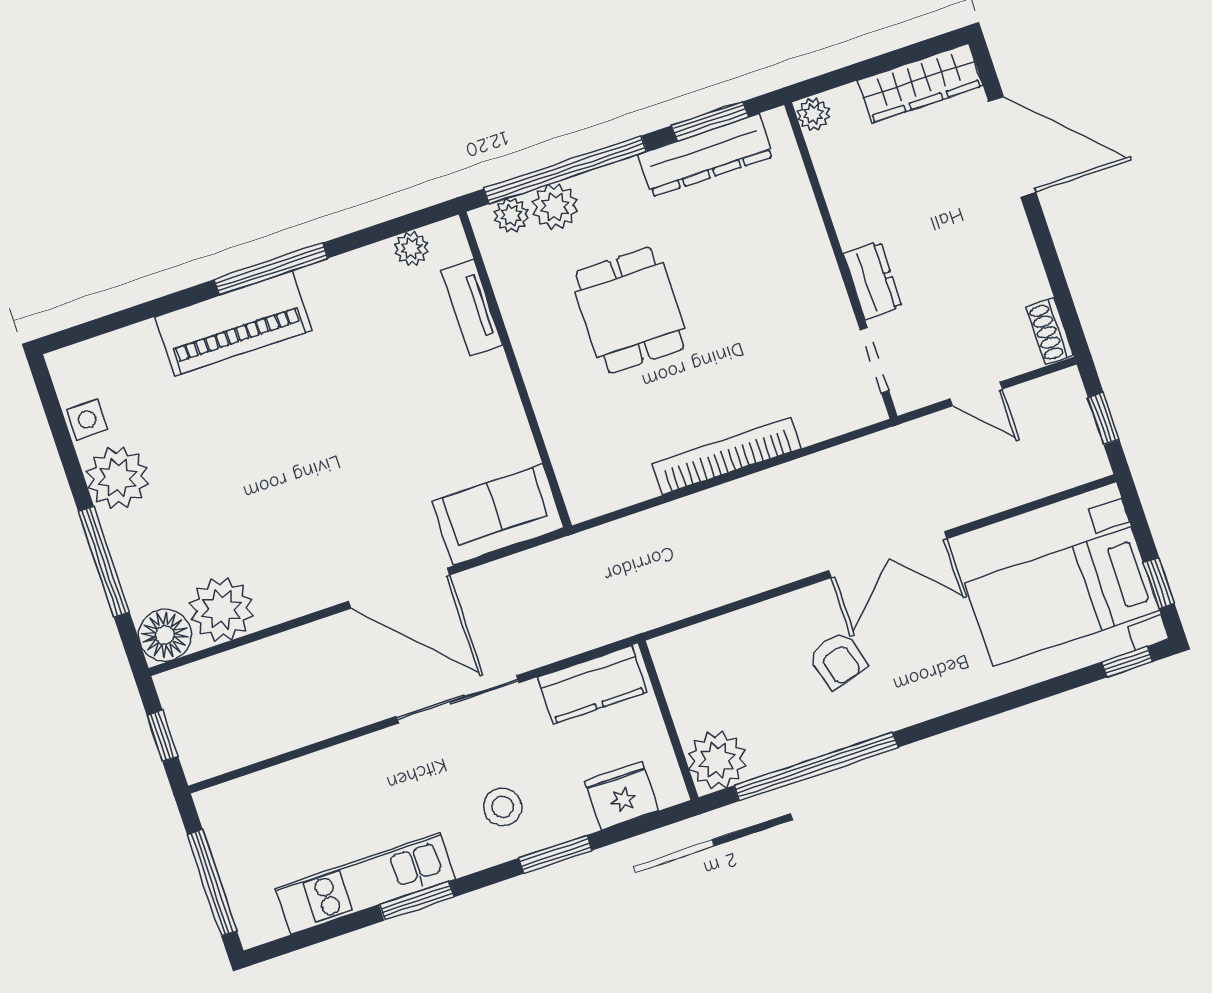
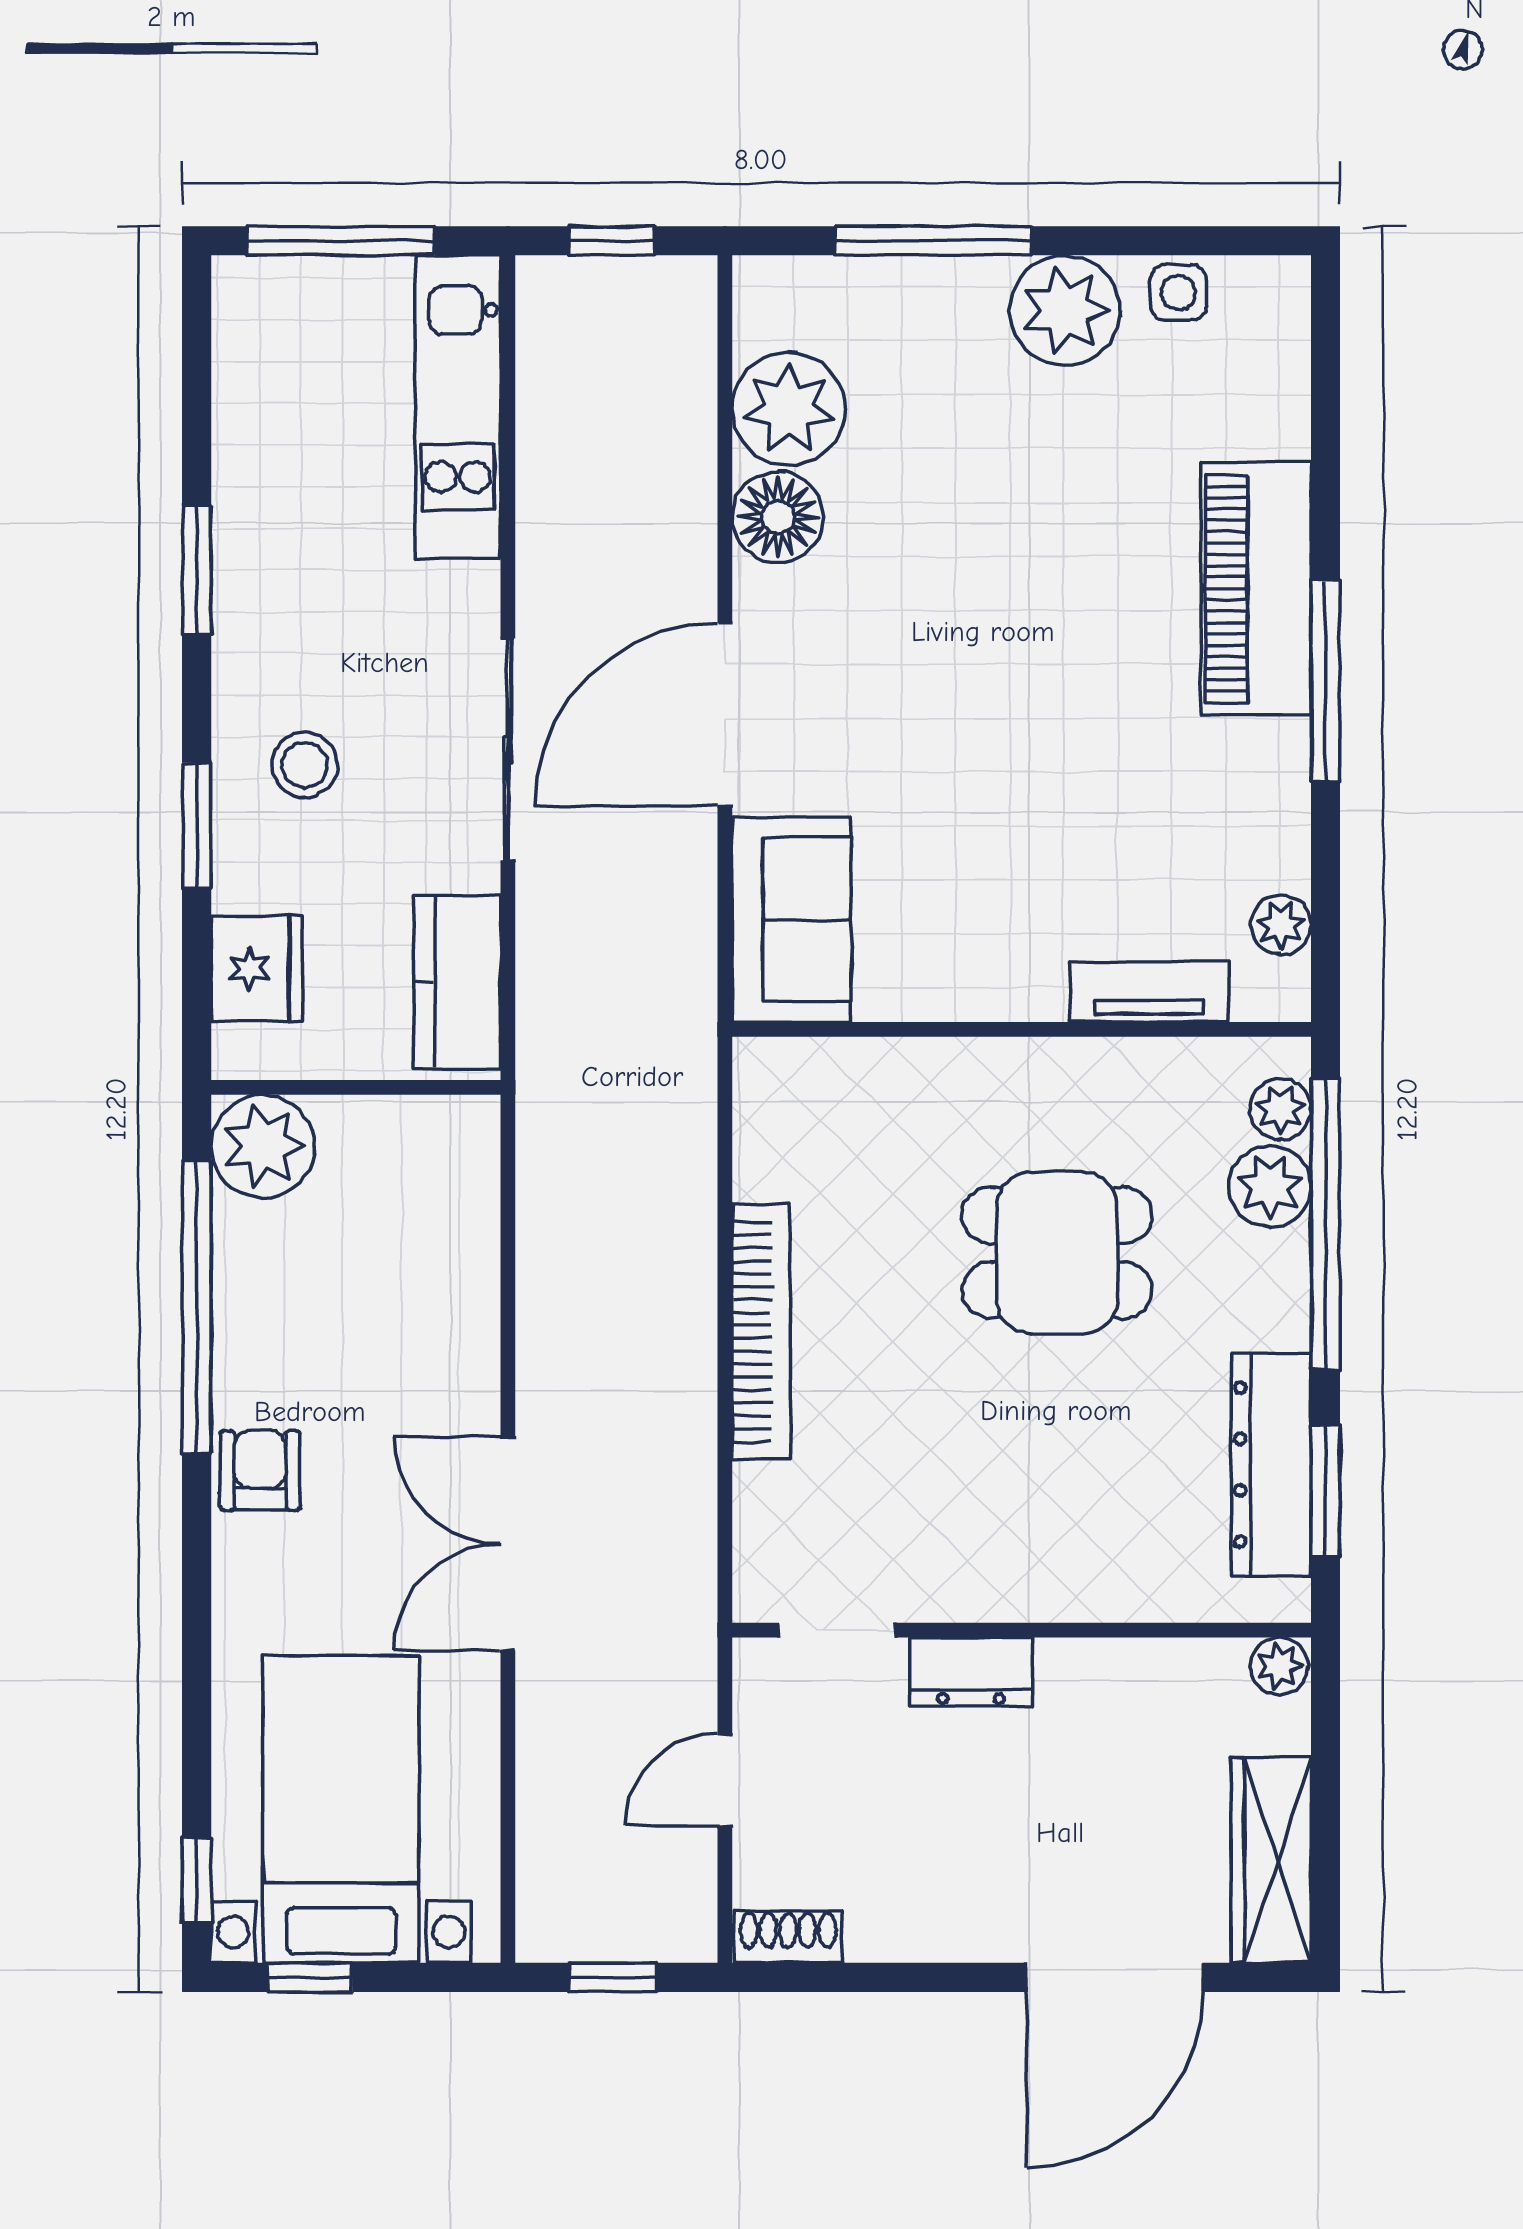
floor lamp: (165, 635) -> (778, 517), moved
armchair: (838, 660) -> (260, 1470), moved, turned 106
kitchen unit: (365, 884) -> (458, 407), moved, turned 180

